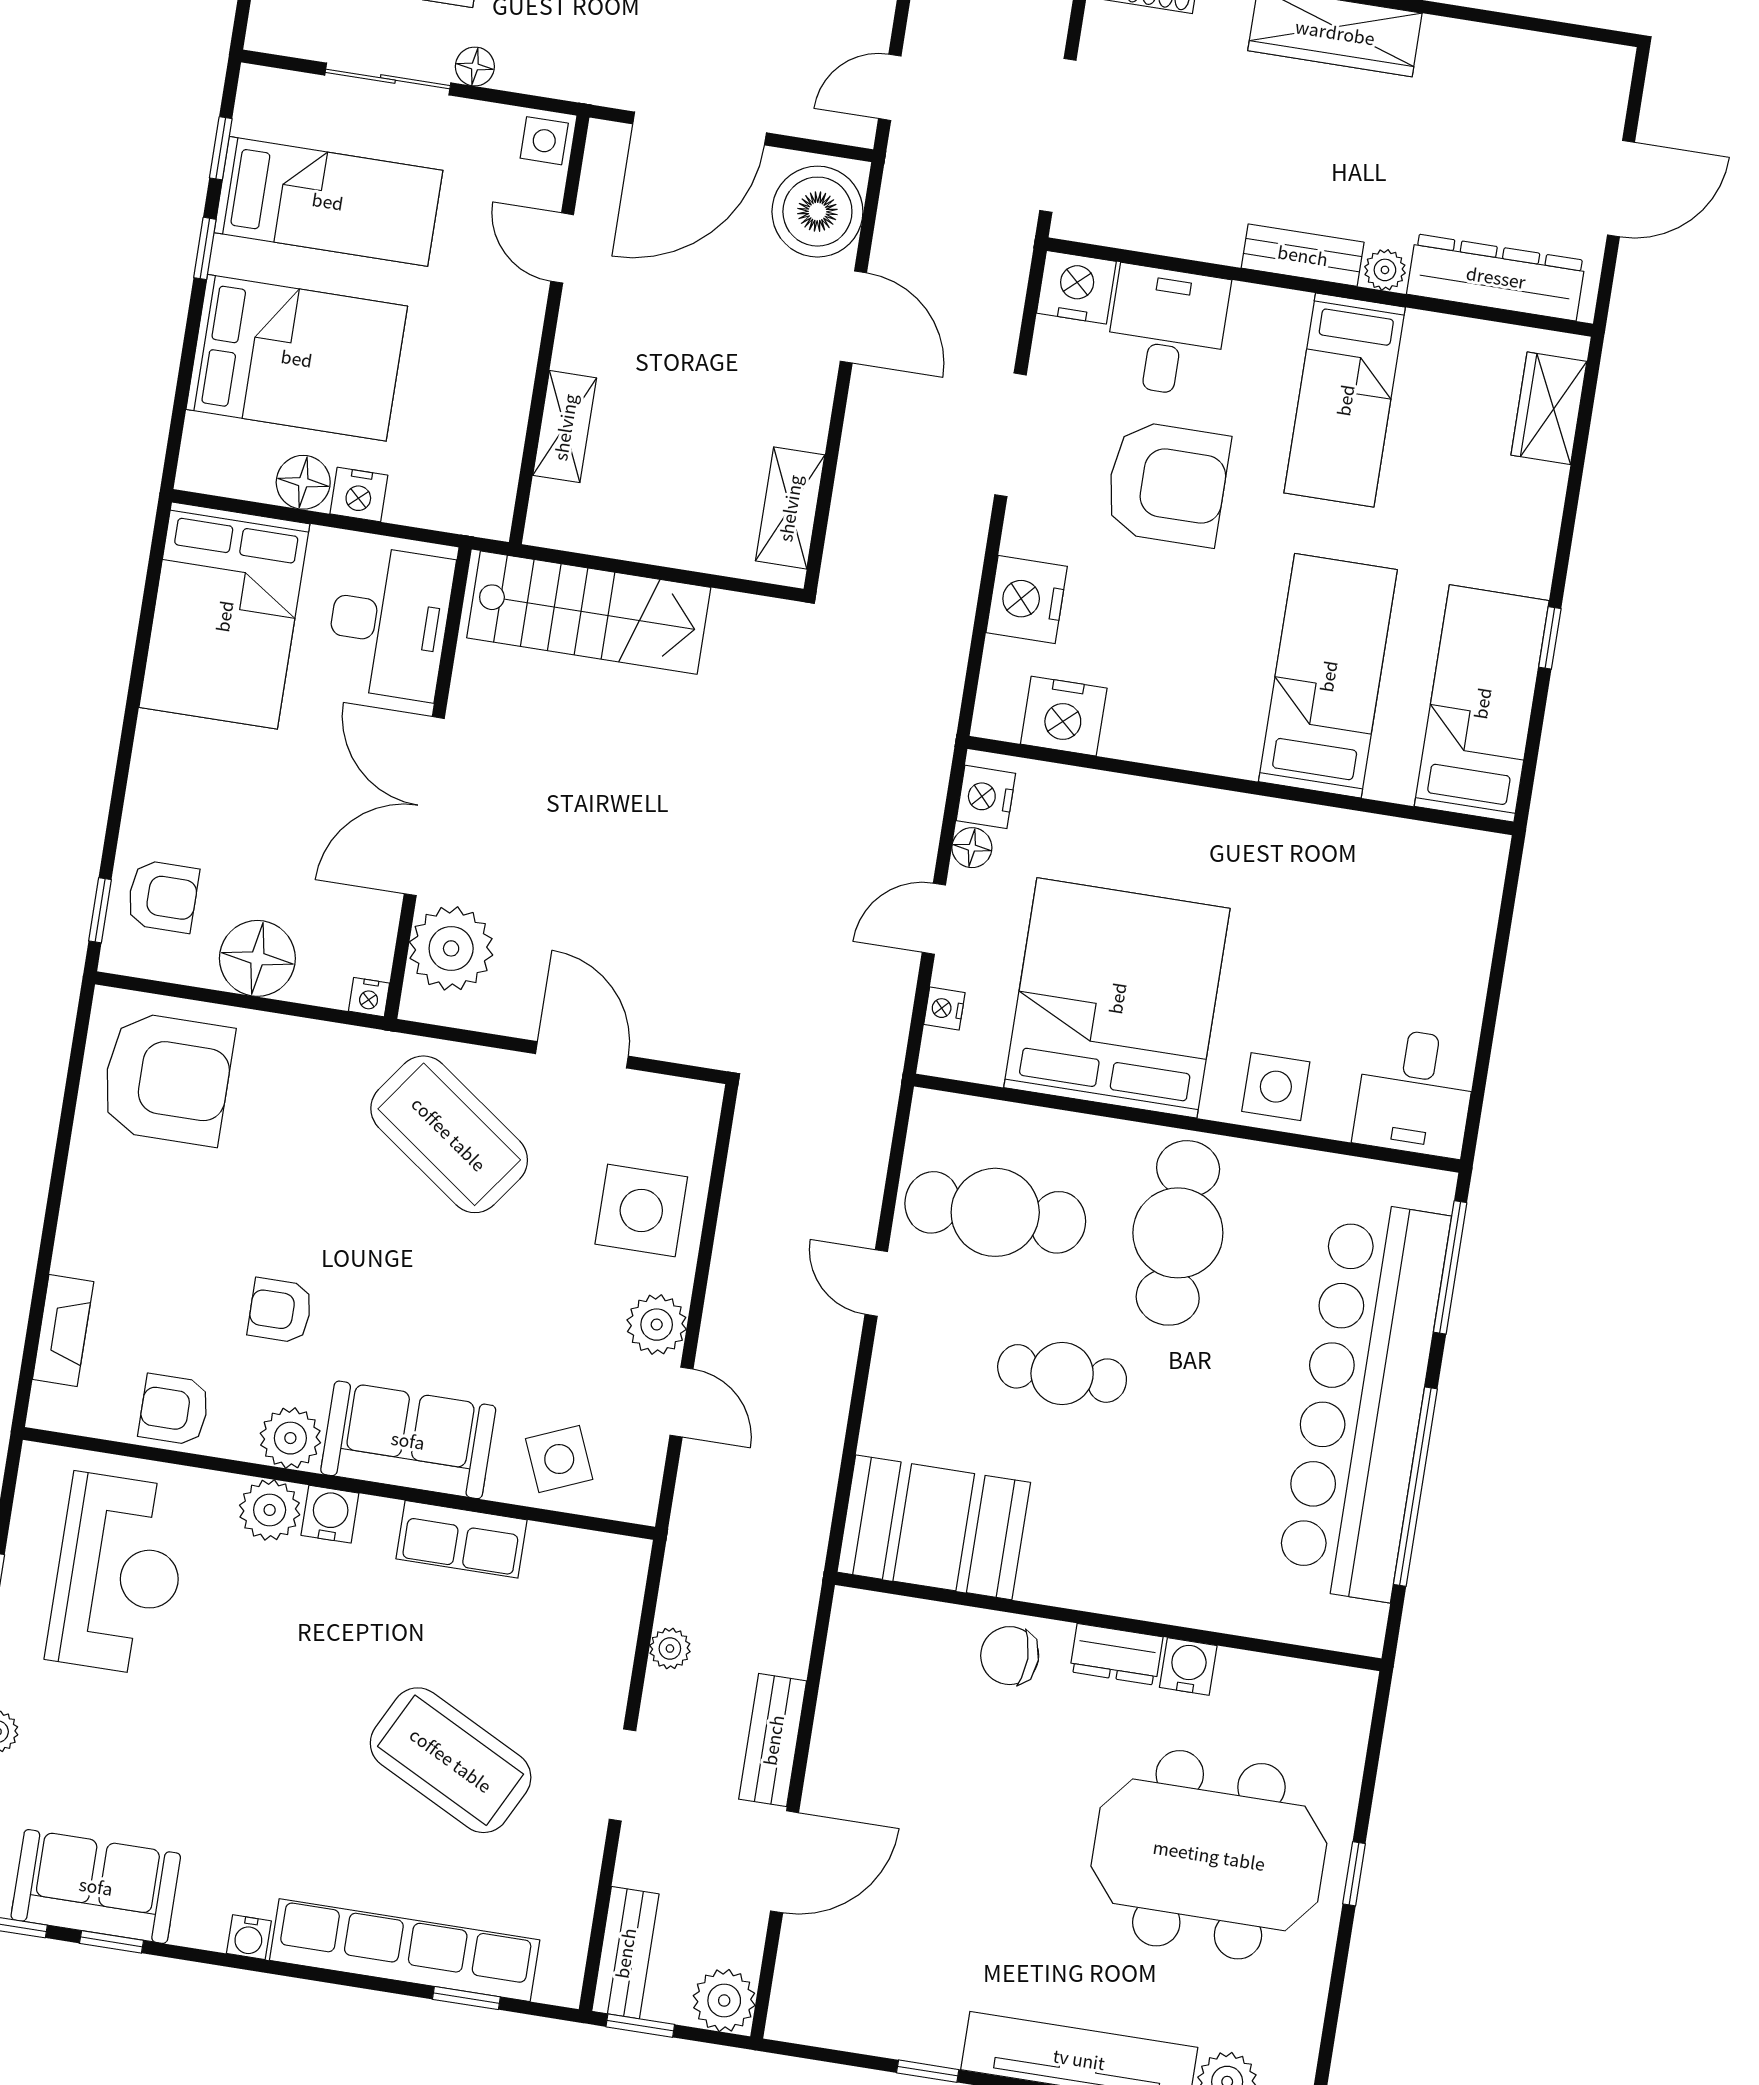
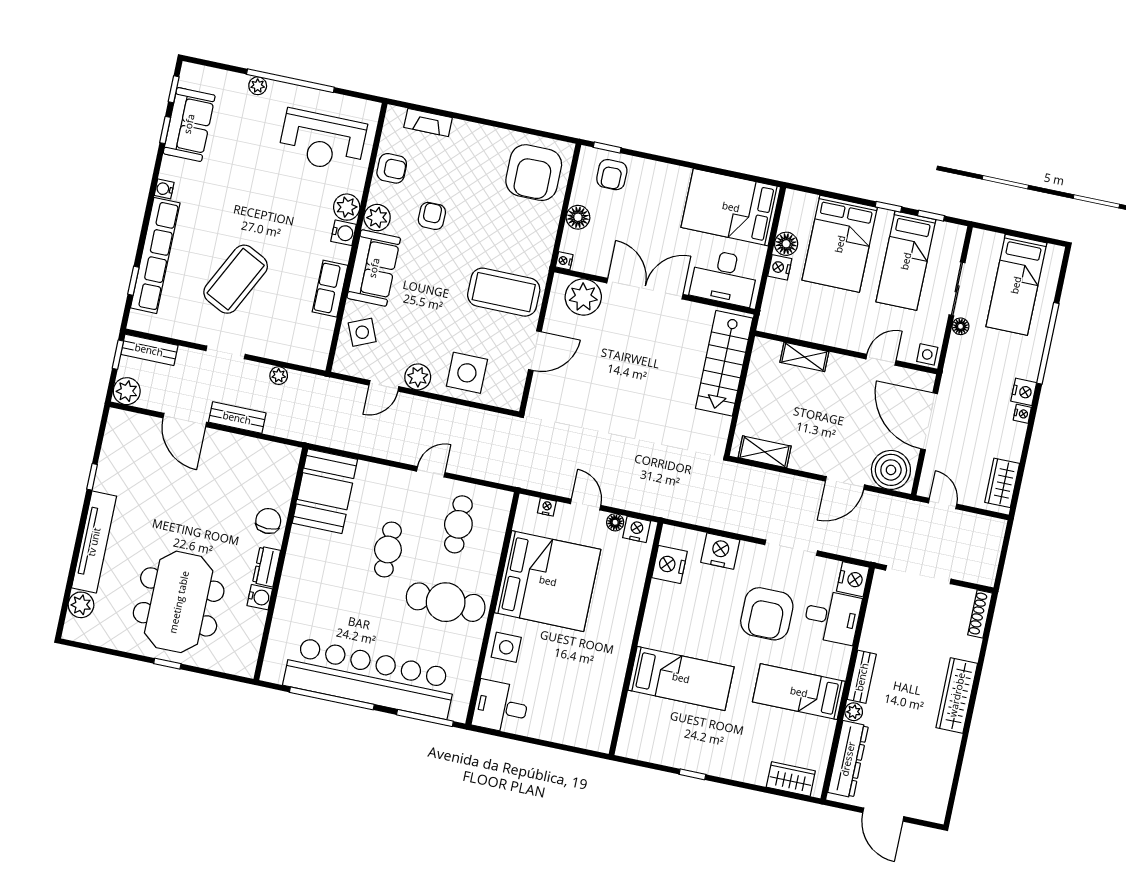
bed: (1482, 703) -> (666, 744), removed
floor lamp: (257, 958) -> (578, 217), width x0.73, depth x0.73
coffee table: (449, 1134) -> (504, 292), turned 54
cafe table: (995, 1212) -> (458, 524), width x0.73, depth x0.74
armchair: (174, 1410) -> (392, 168), turned 90

